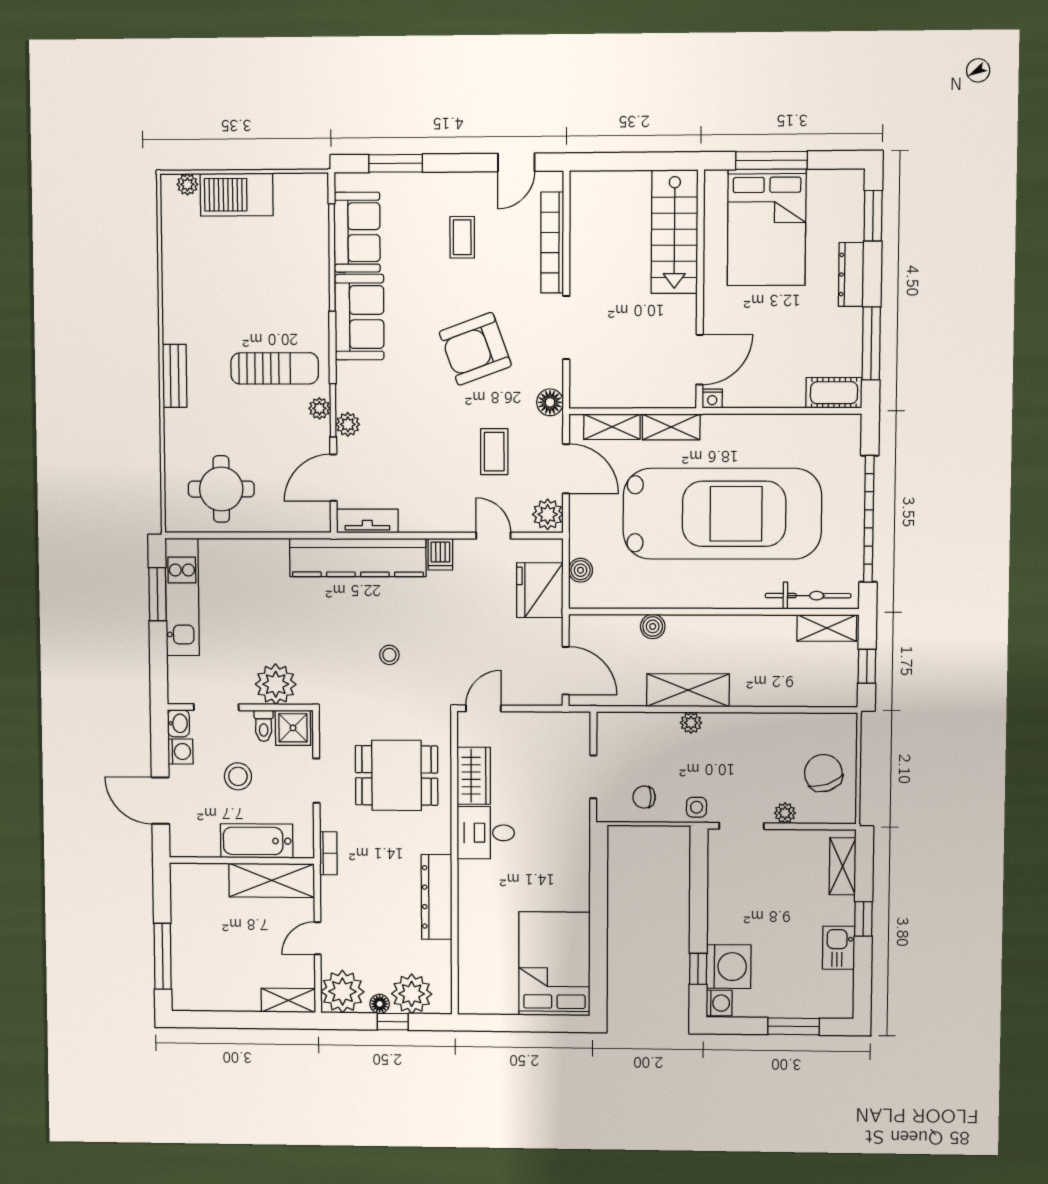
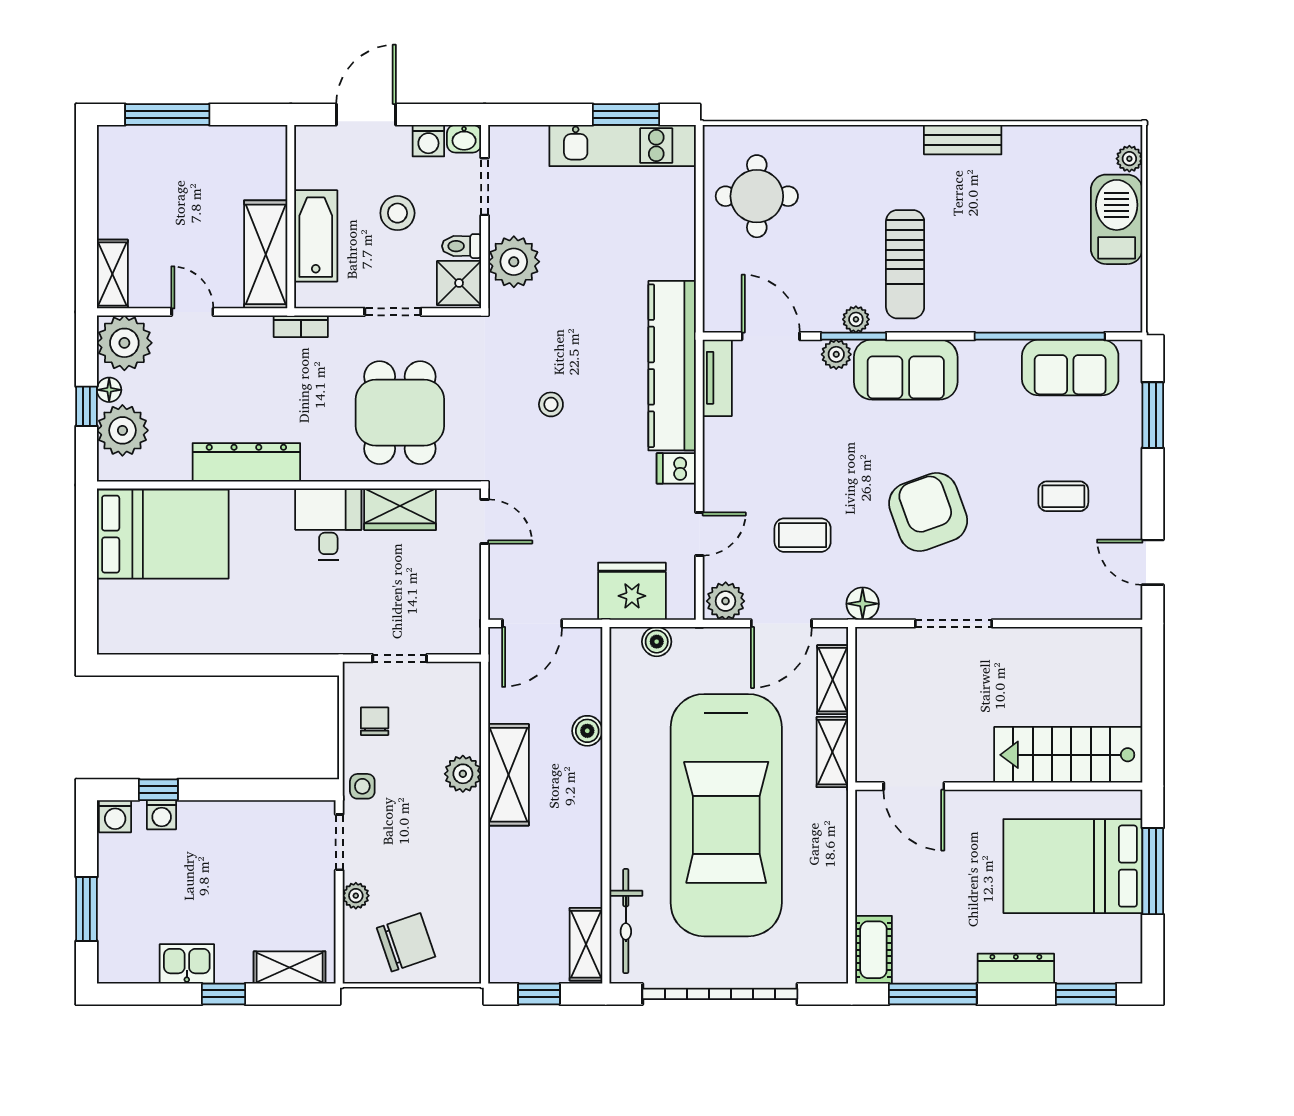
bookcase: (552, 243) -> (1056, 606), removed
sofa: (359, 317) -> (906, 370), moved
bench: (175, 376) -> (963, 140), moved
nightstand: (712, 399) -> (867, 802), removed
plant: (691, 723) -> (463, 774), width x1.38, depth x1.38
bed: (554, 964) -> (163, 534), moved
washing machine: (729, 967) -> (162, 815), width x0.53, depth x0.53

